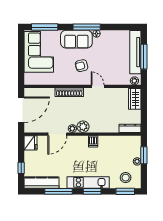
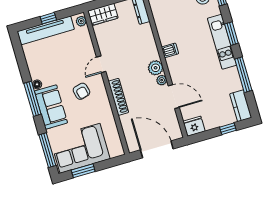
window: (21, 50) -> (83, 171), added
window: (144, 57) -> (48, 18), width x0.46
kitchen counter: (41, 183) -> (241, 106), width x0.67

